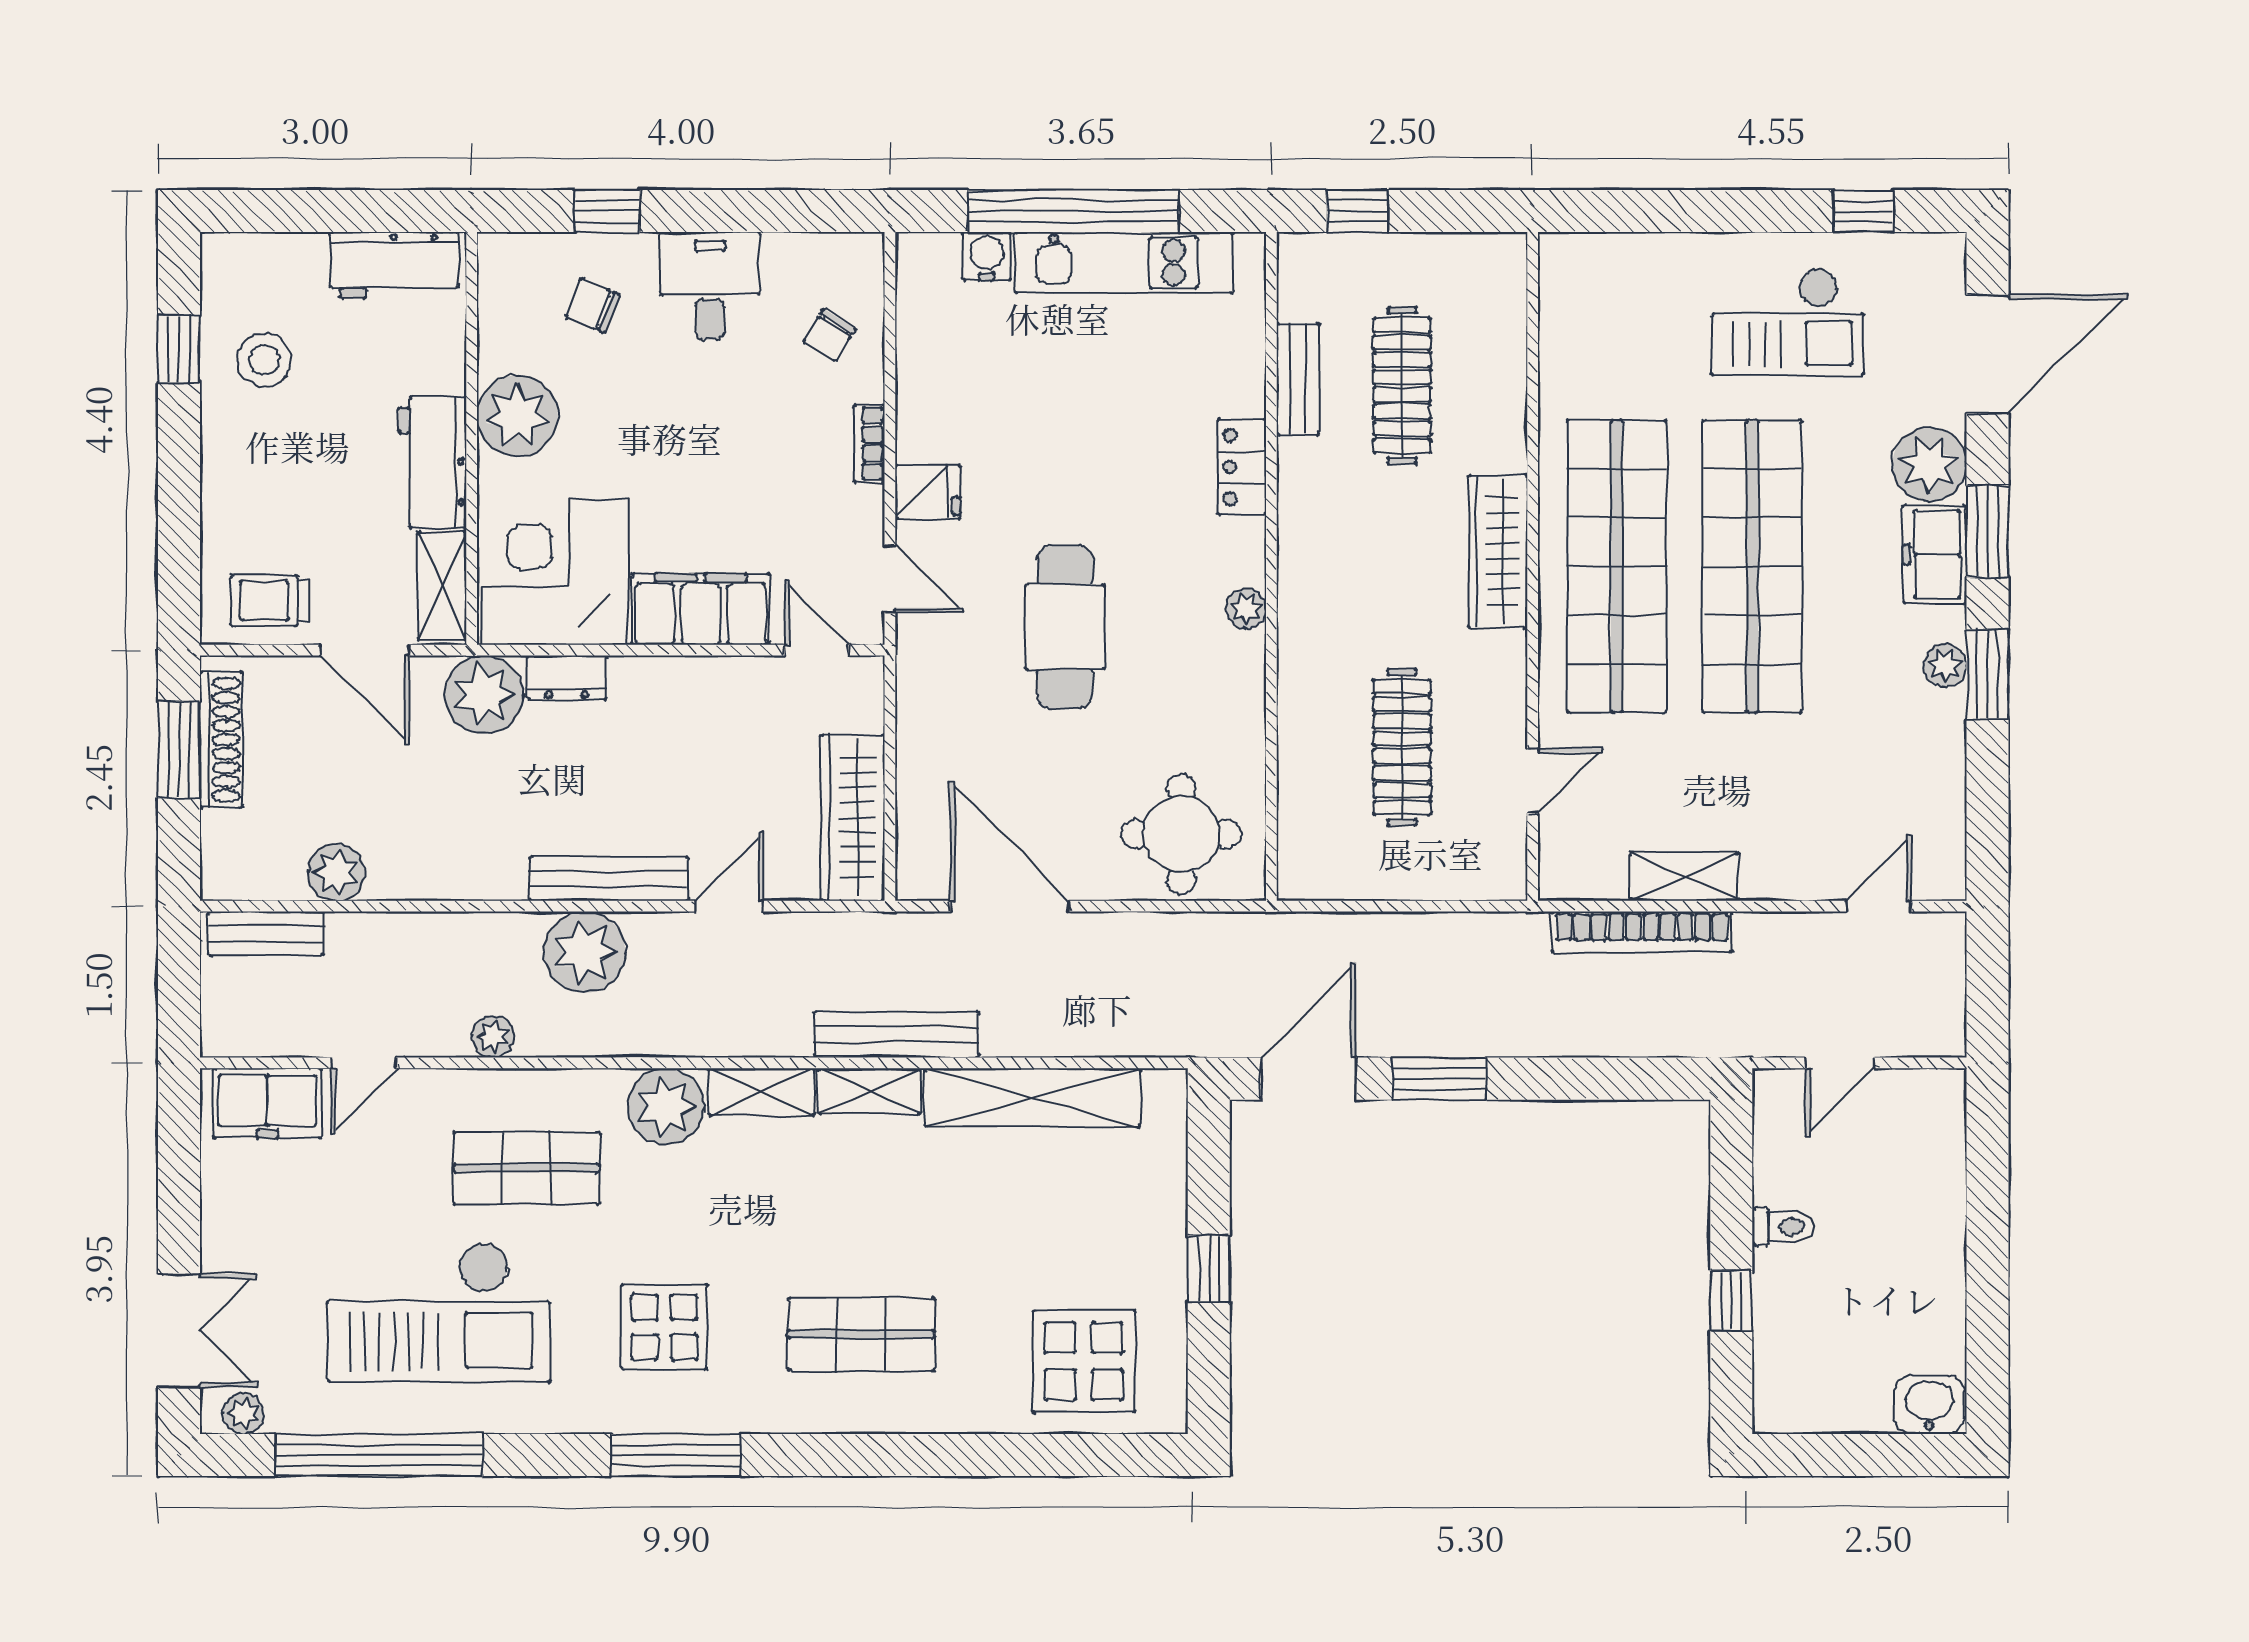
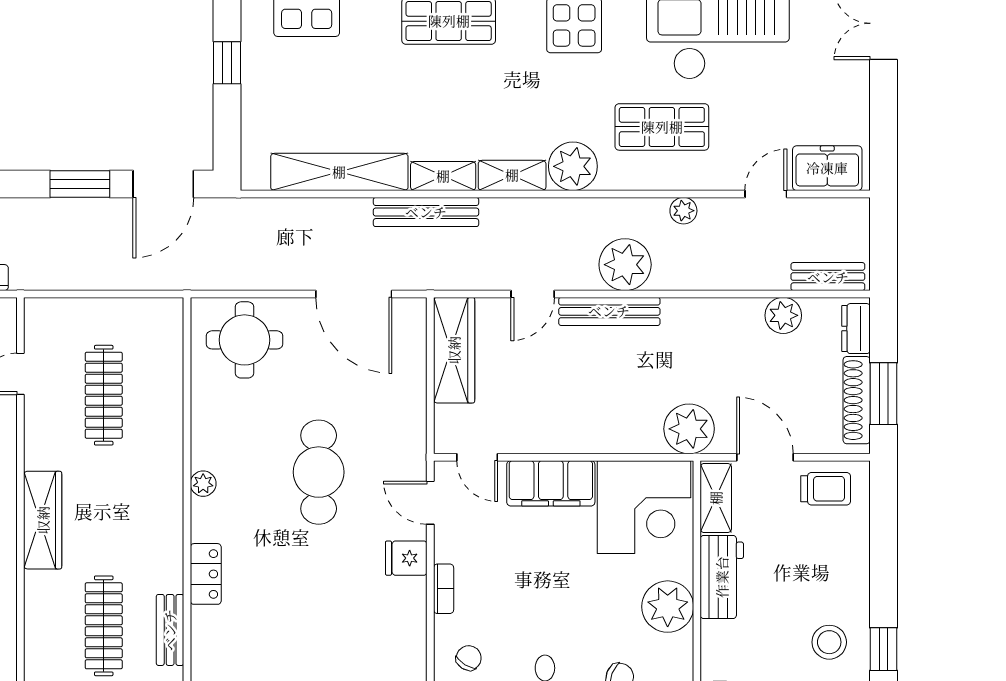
dresser: (567, 677) -> (856, 329), moved, turned -90

